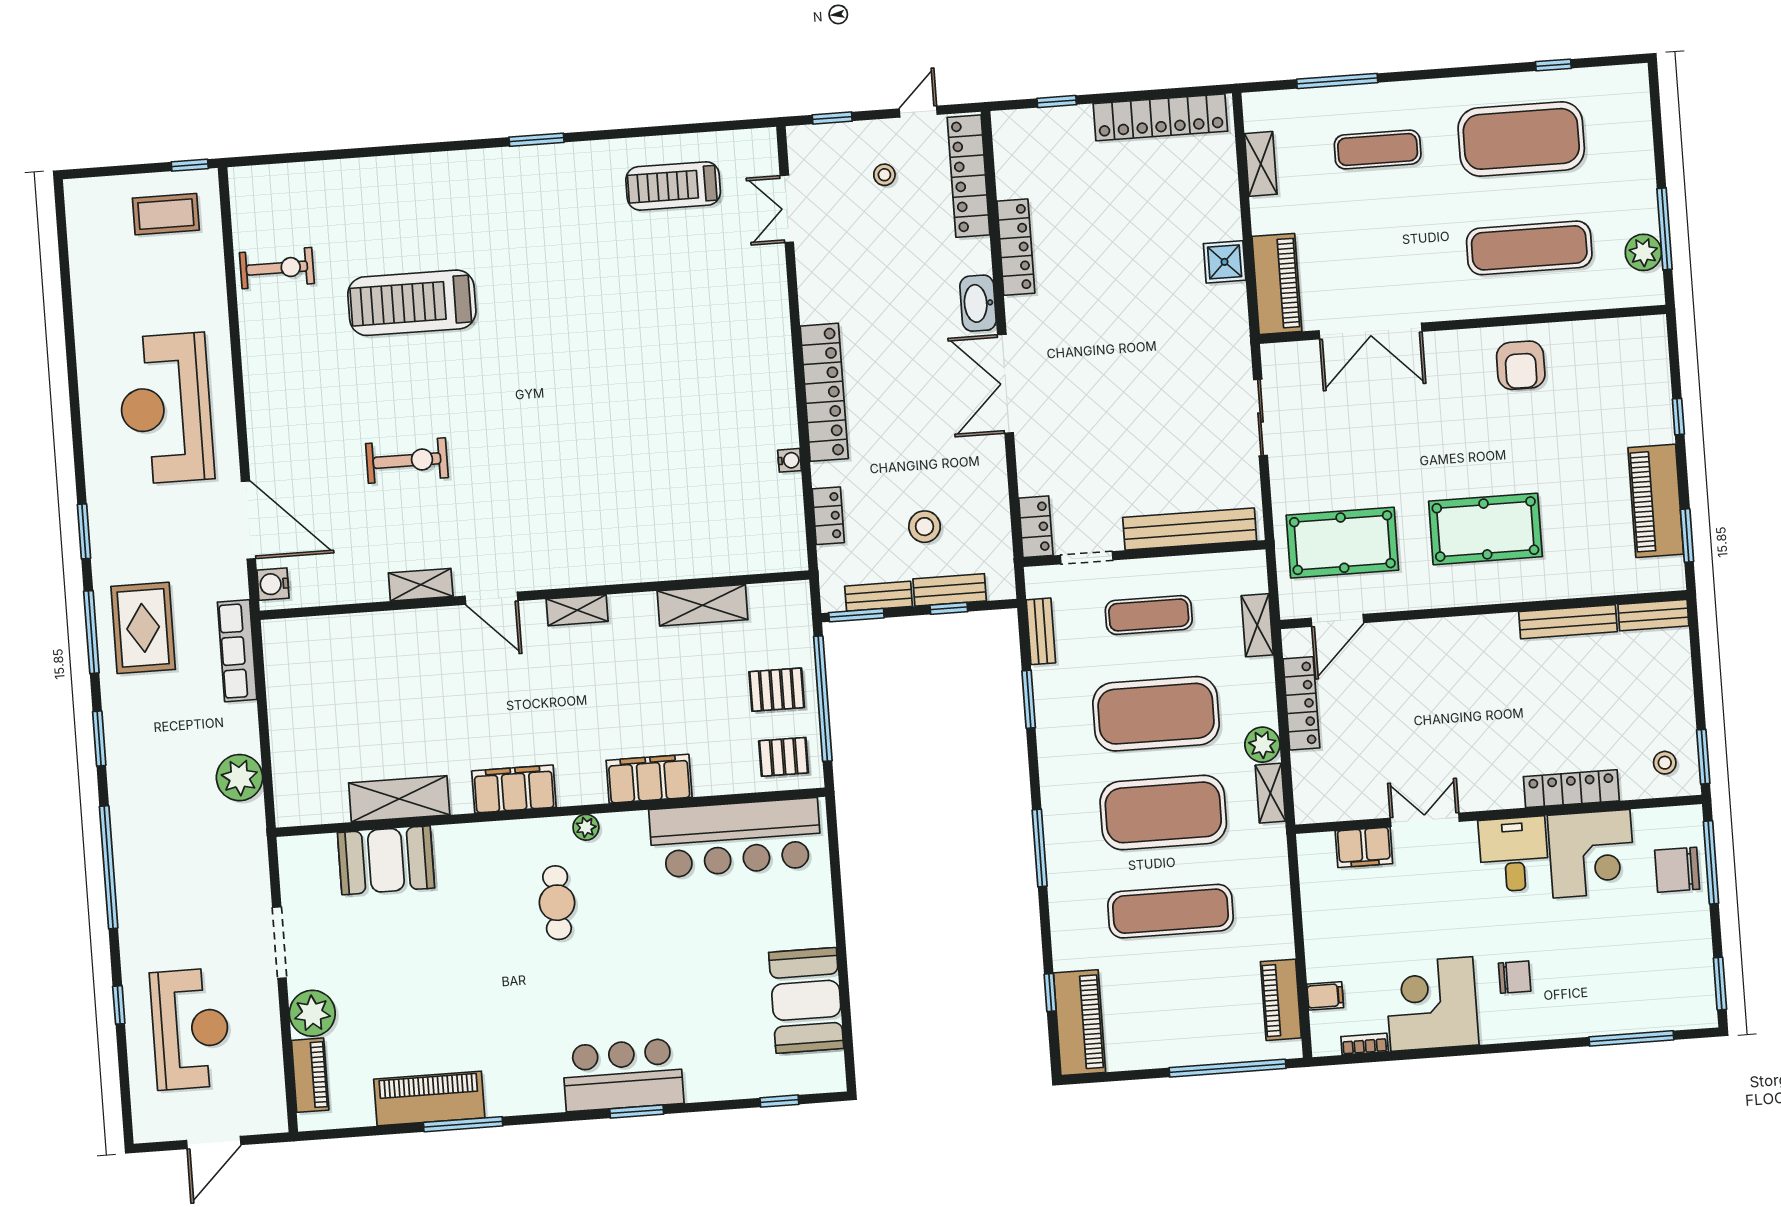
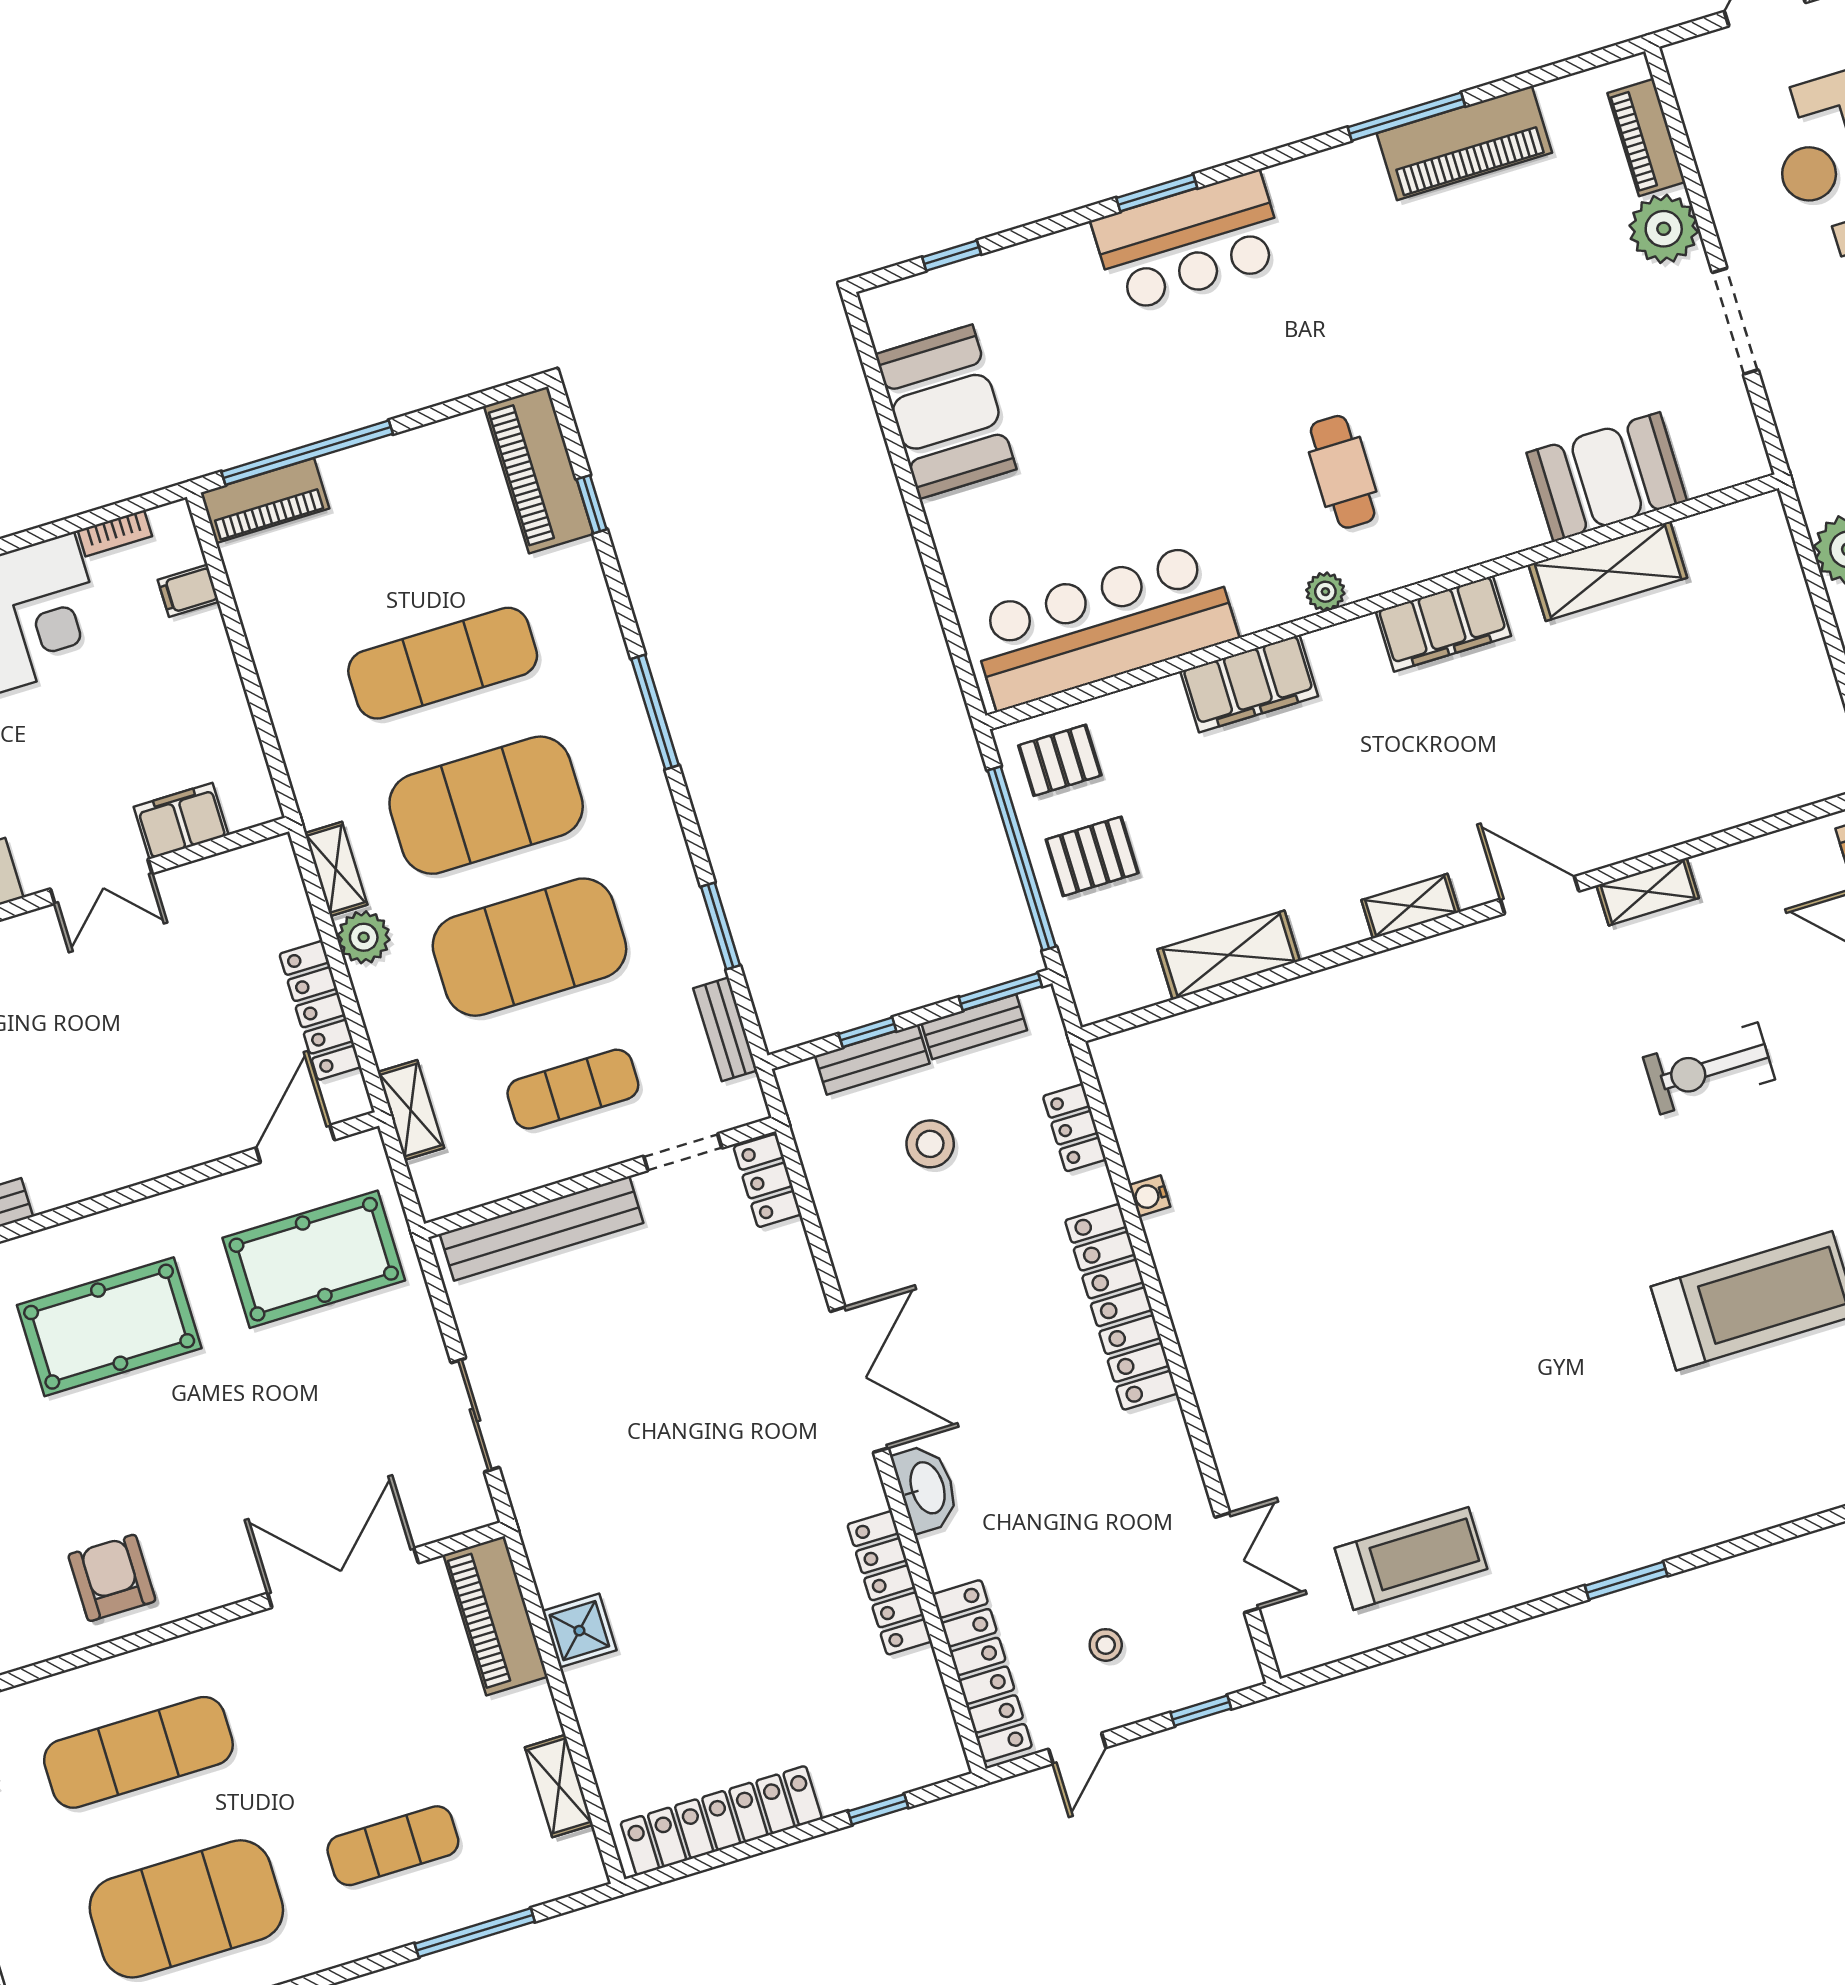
piano: (1281, 1000) -> (265, 501), moved, turned 90

